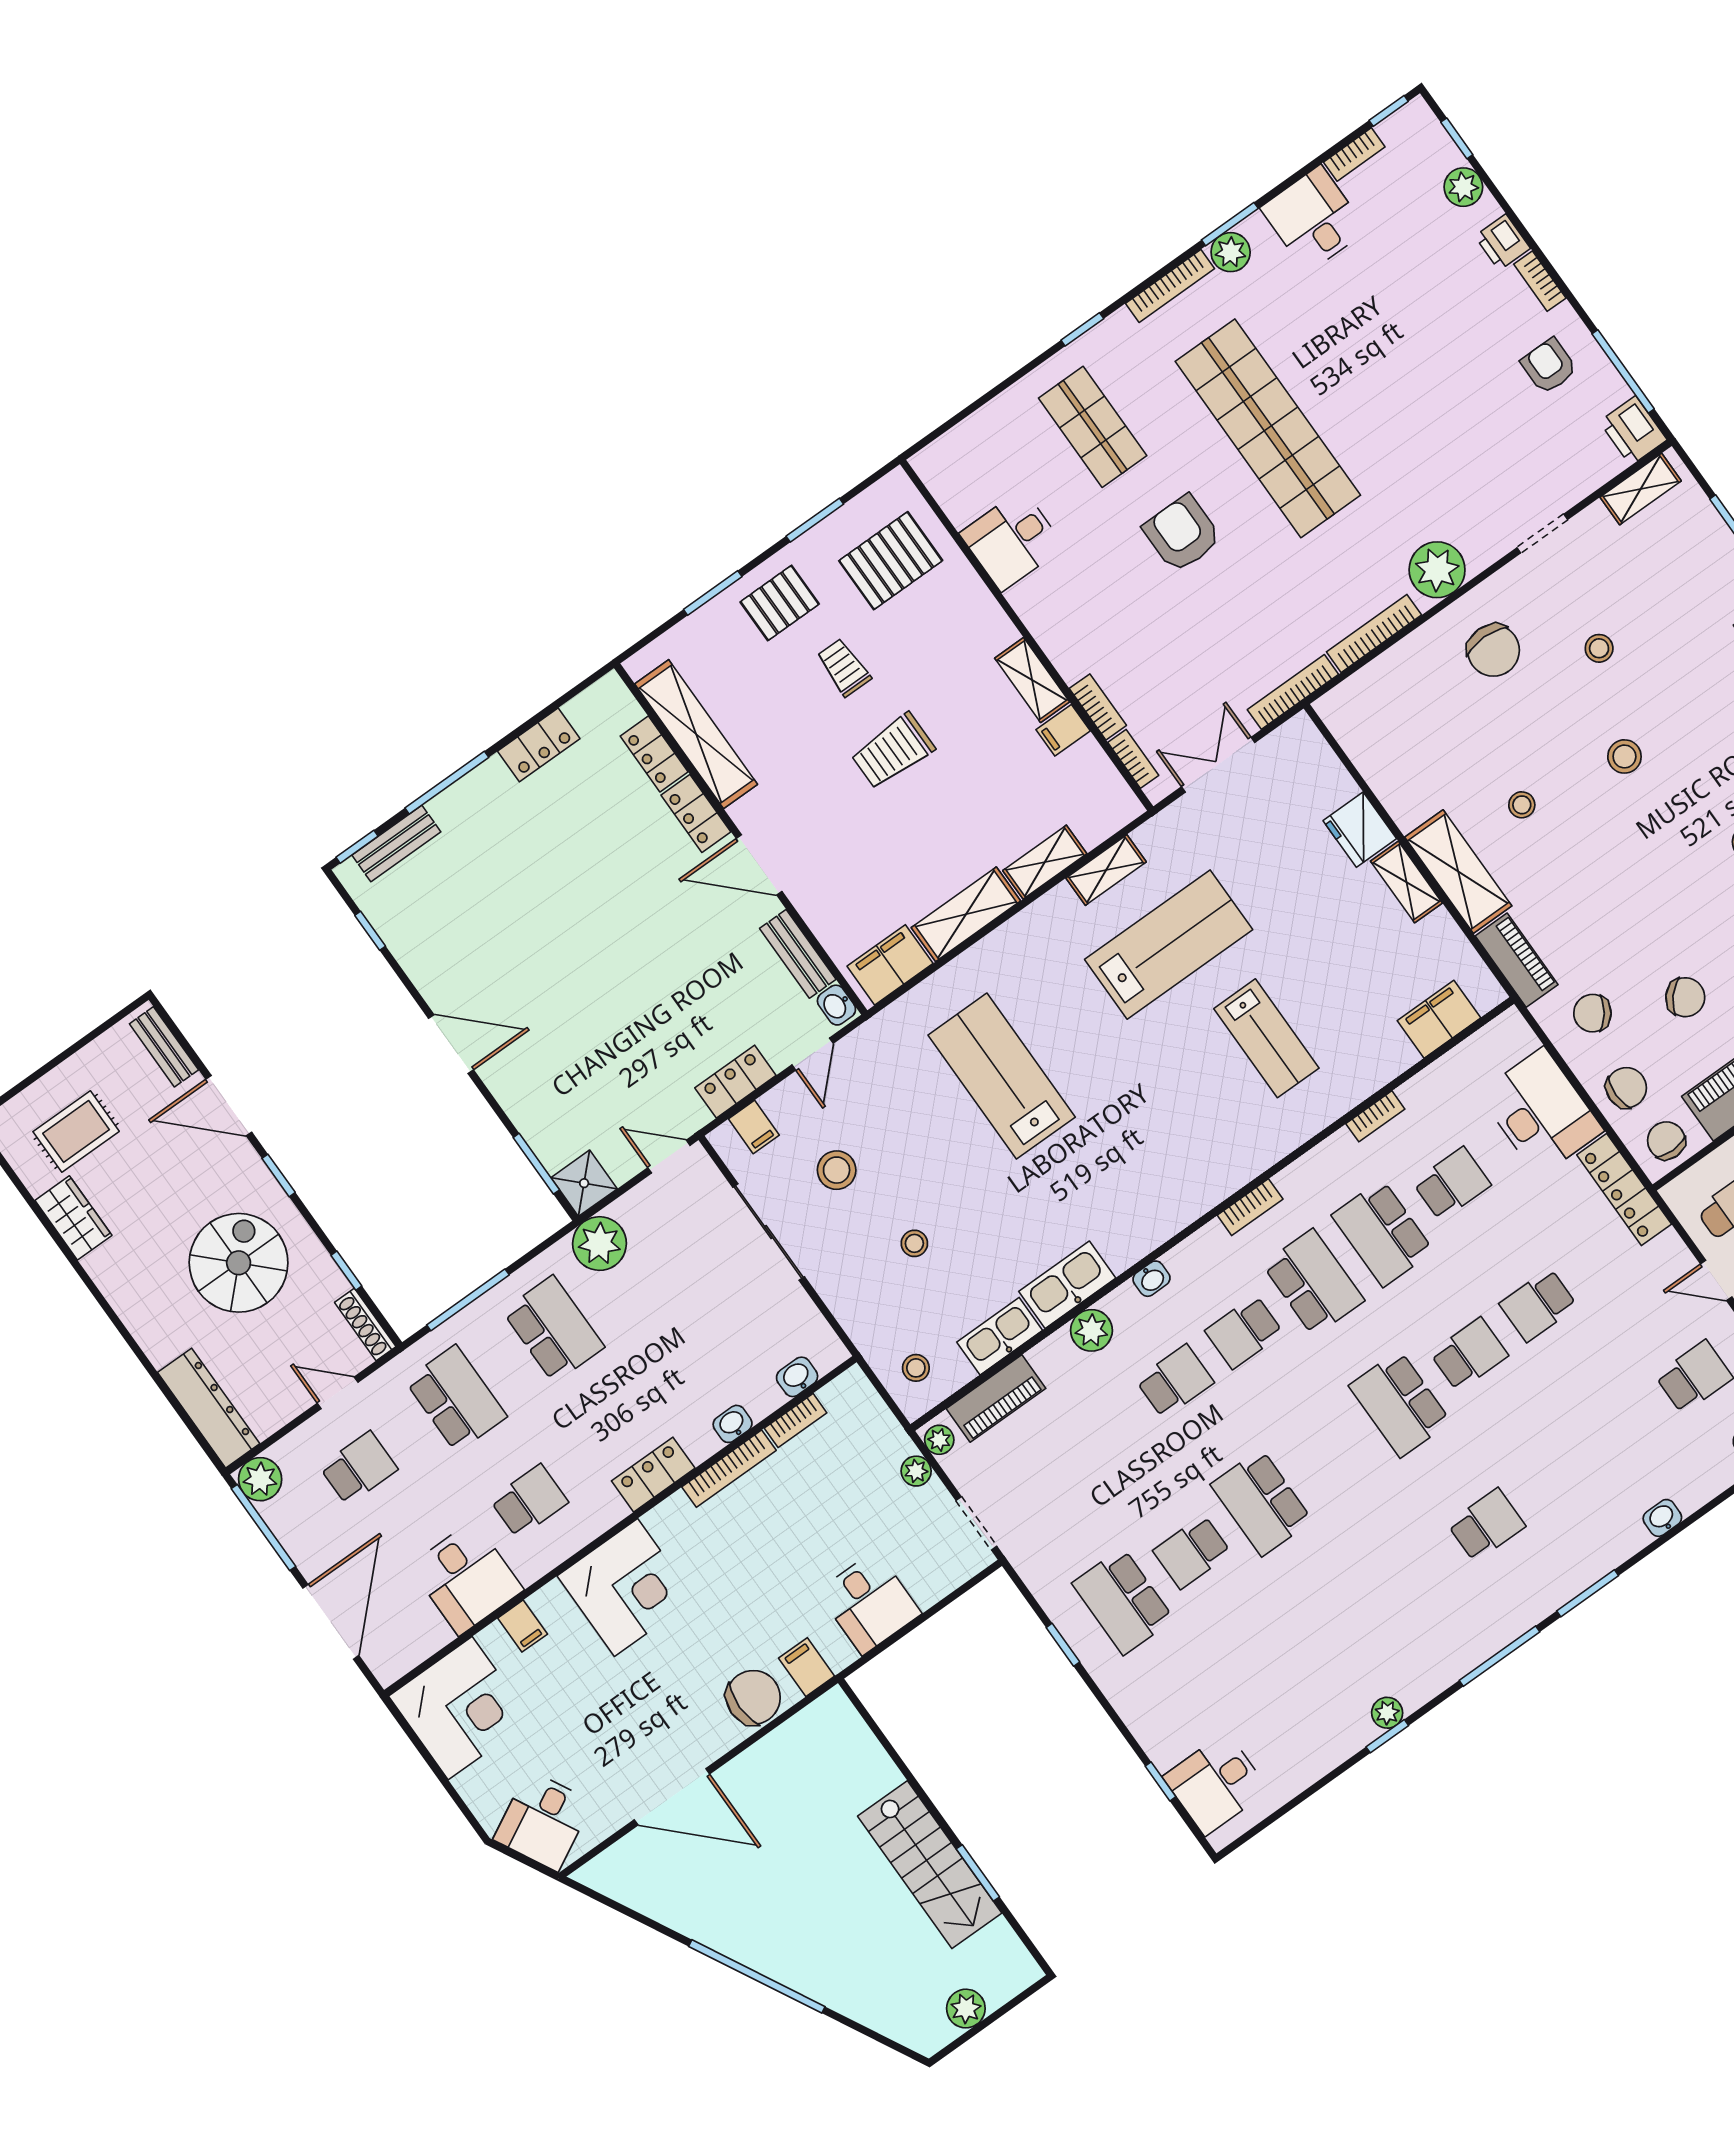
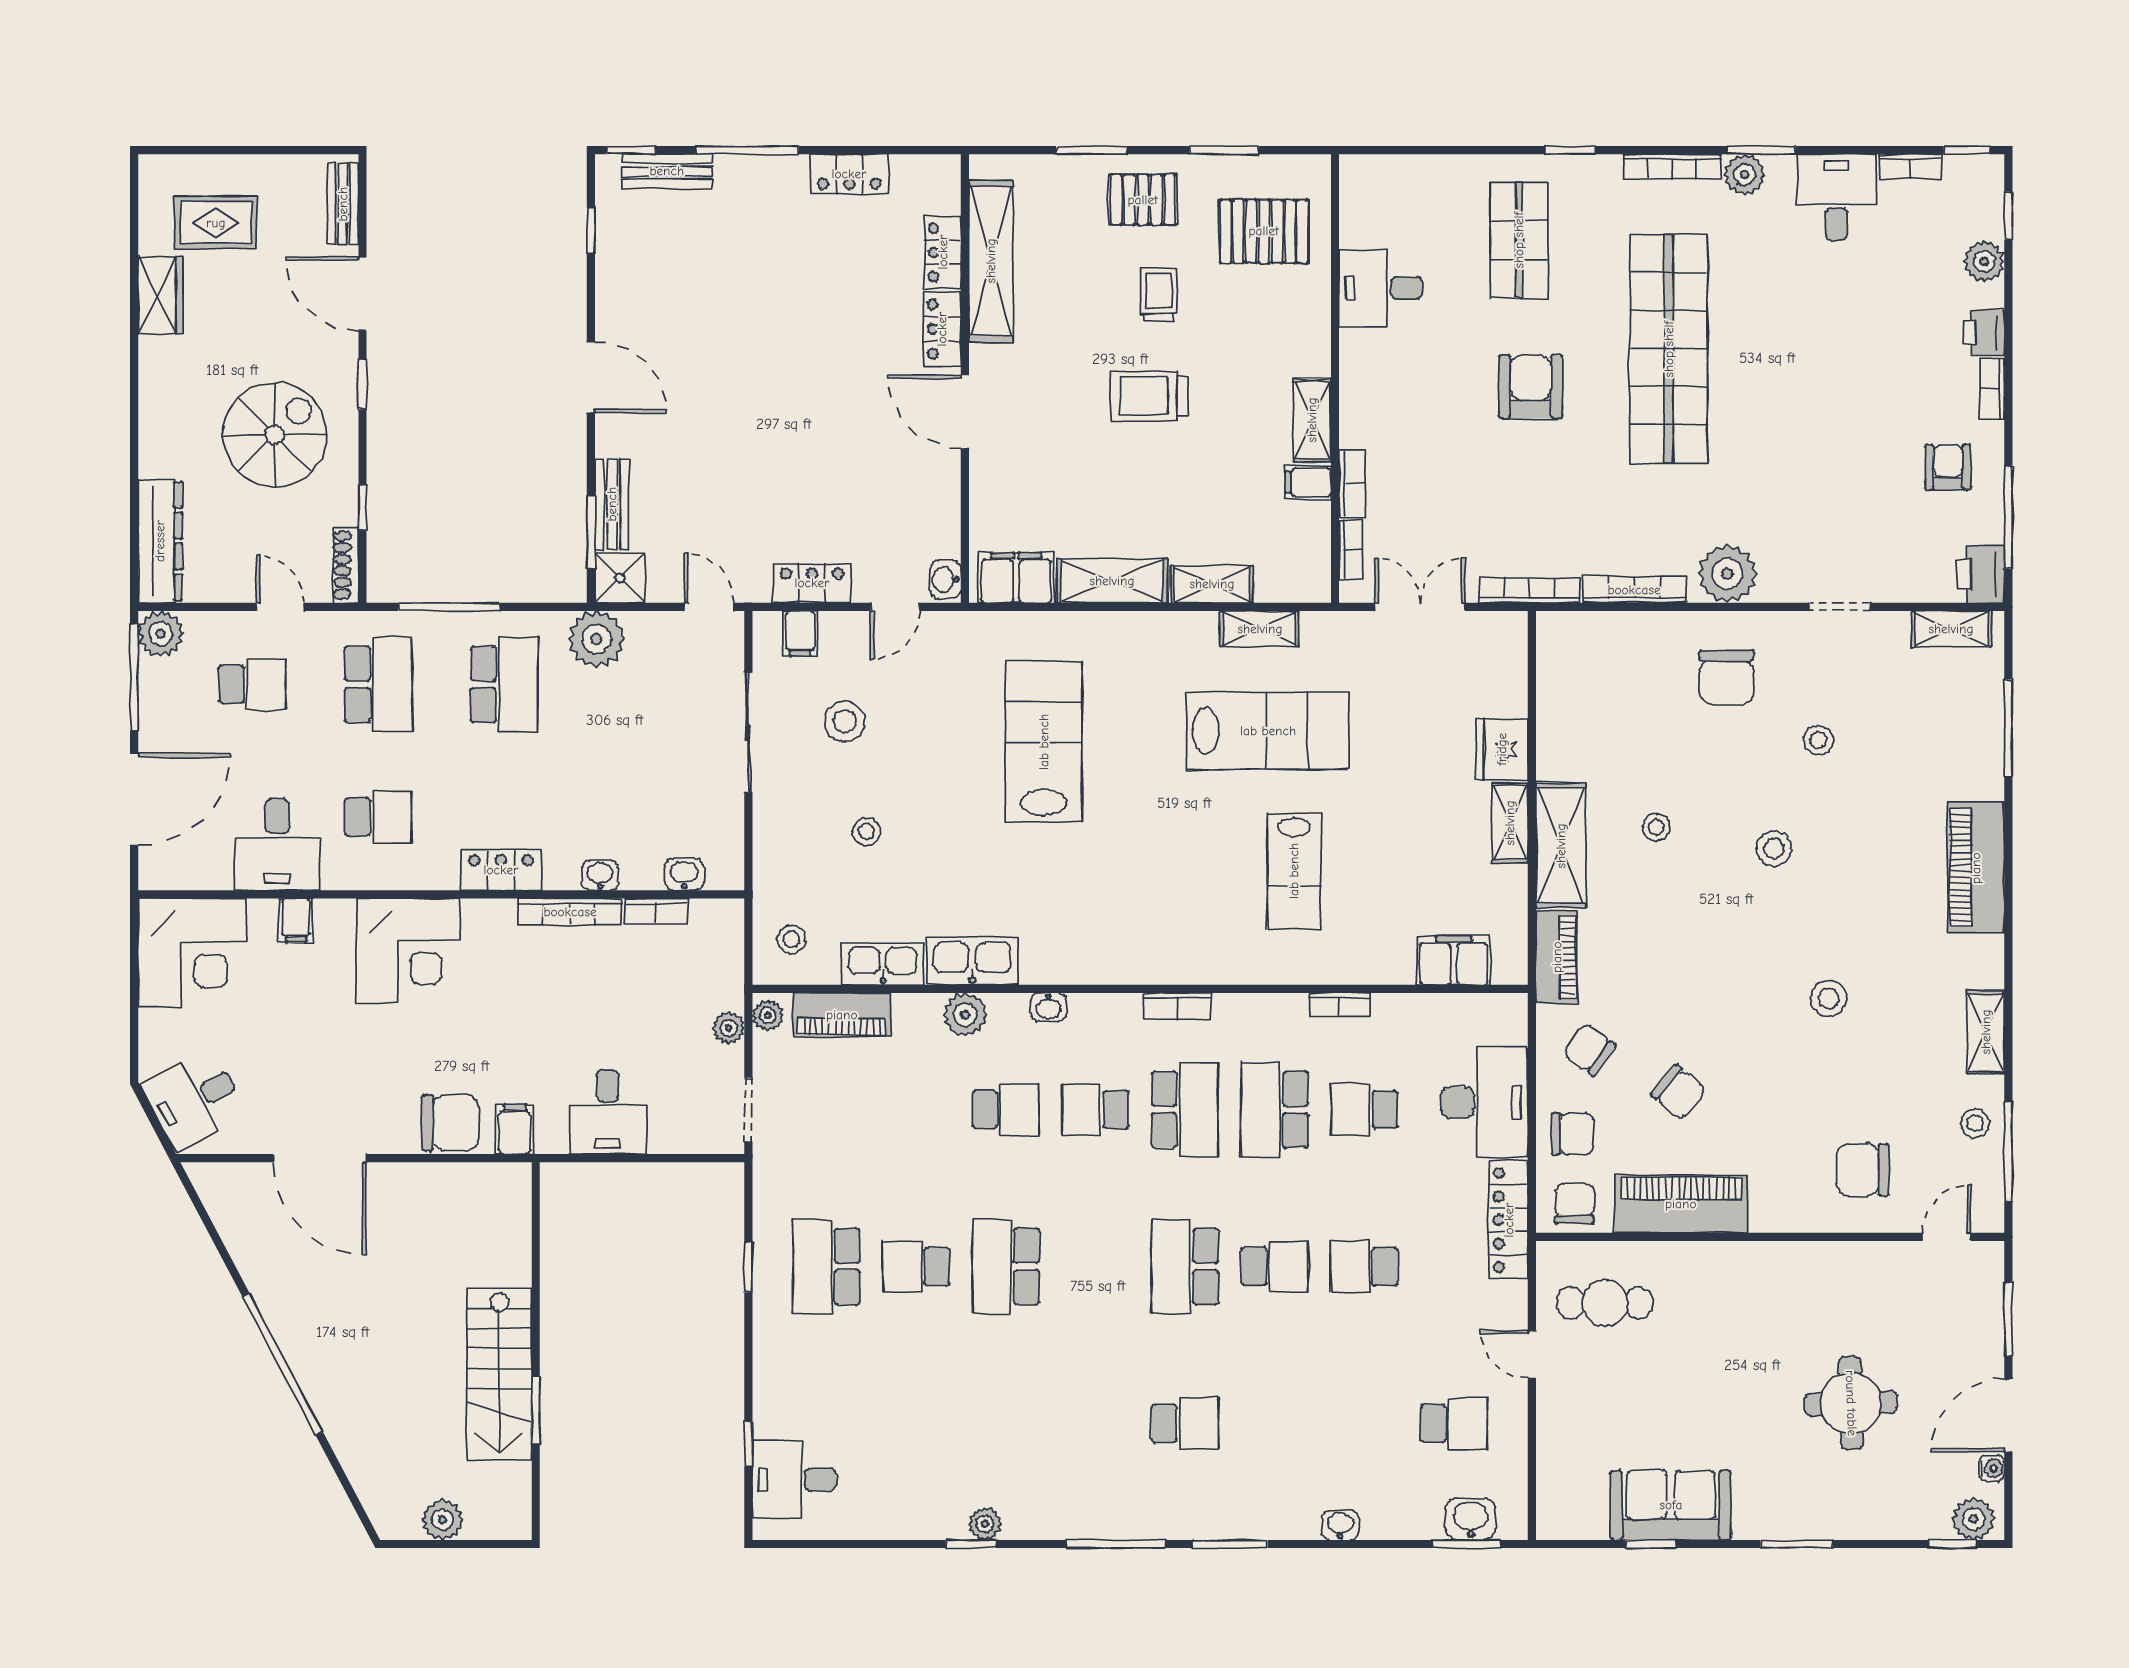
bench: (798, 954) -> (612, 504), moved
school desk: (1452, 1184) -> (1364, 1109), turned 180

